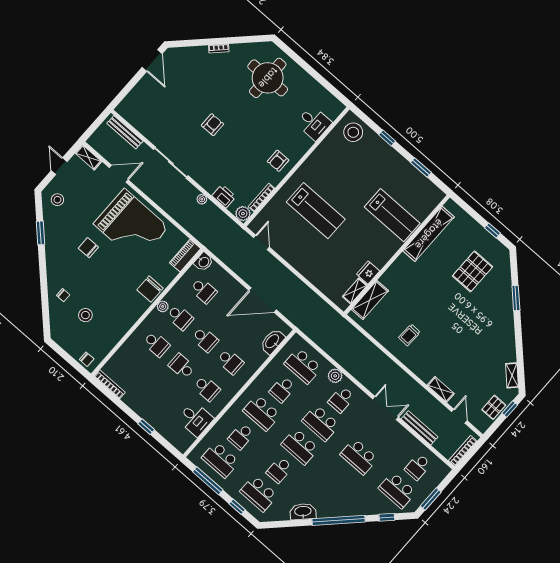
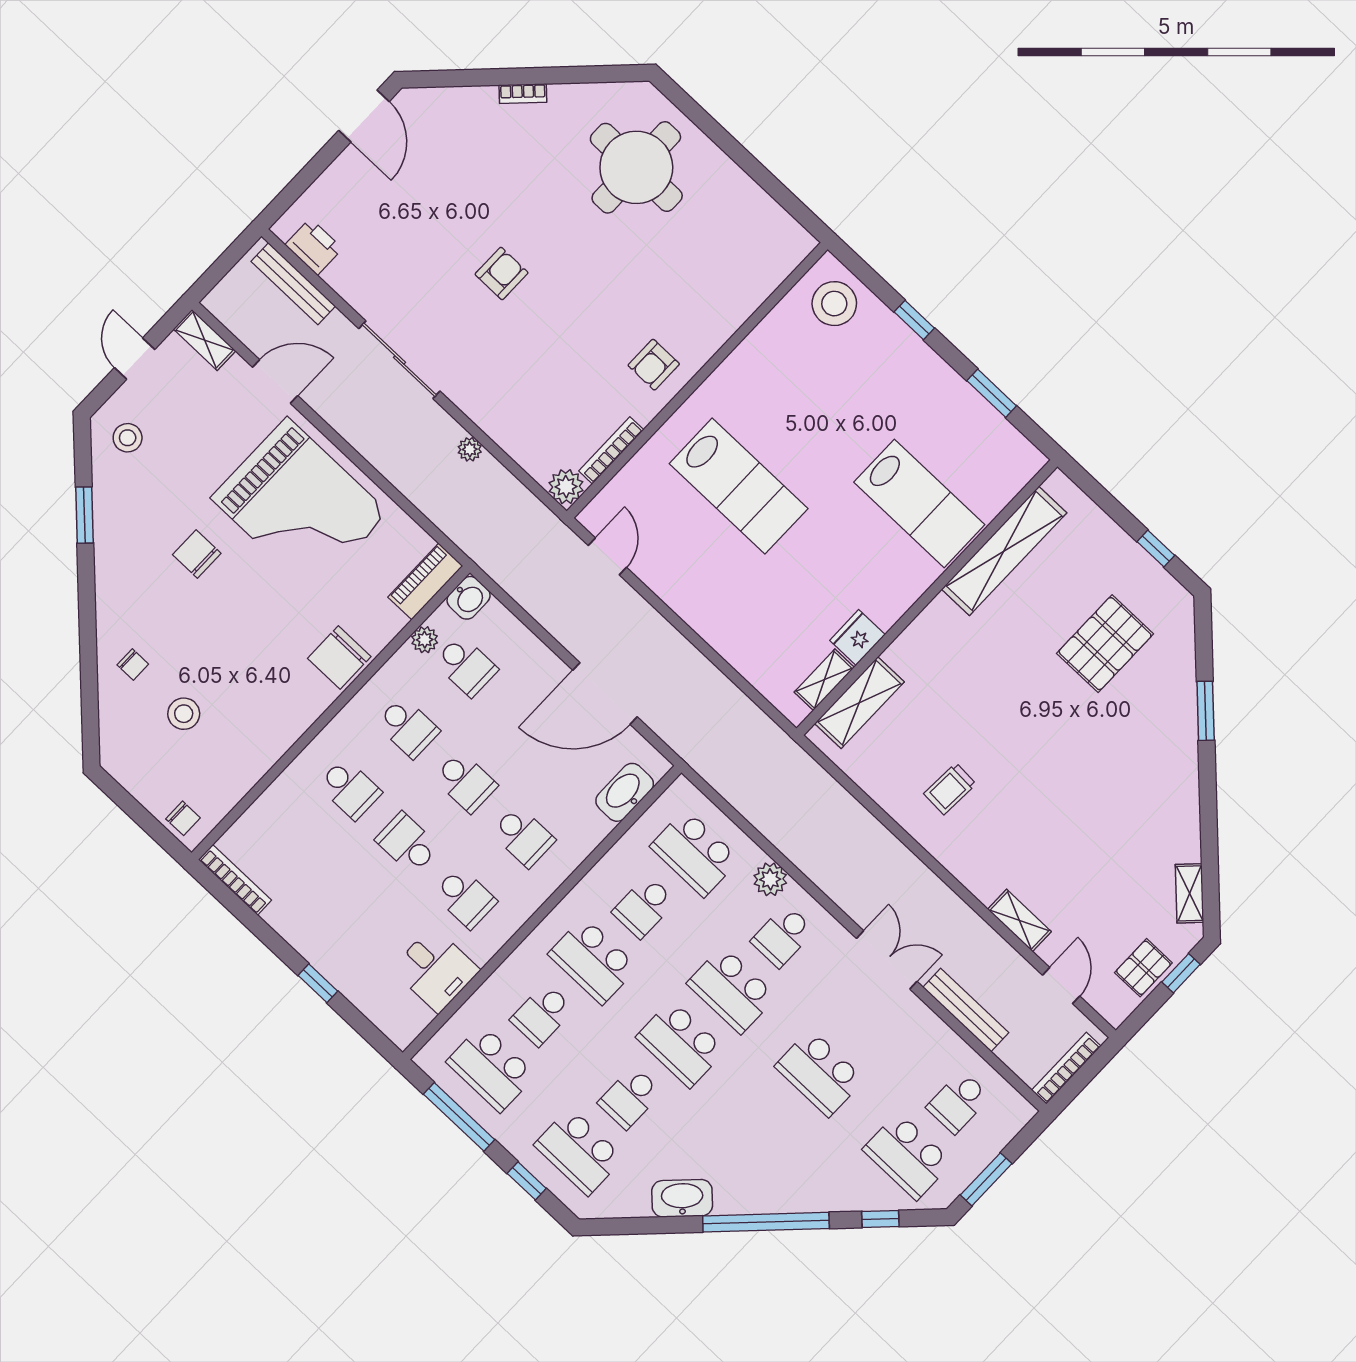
desk: (314, 123) -> (742, 278), removed
printer: (224, 196) -> (314, 247), moved
plant: (163, 306) -> (425, 640), moved

